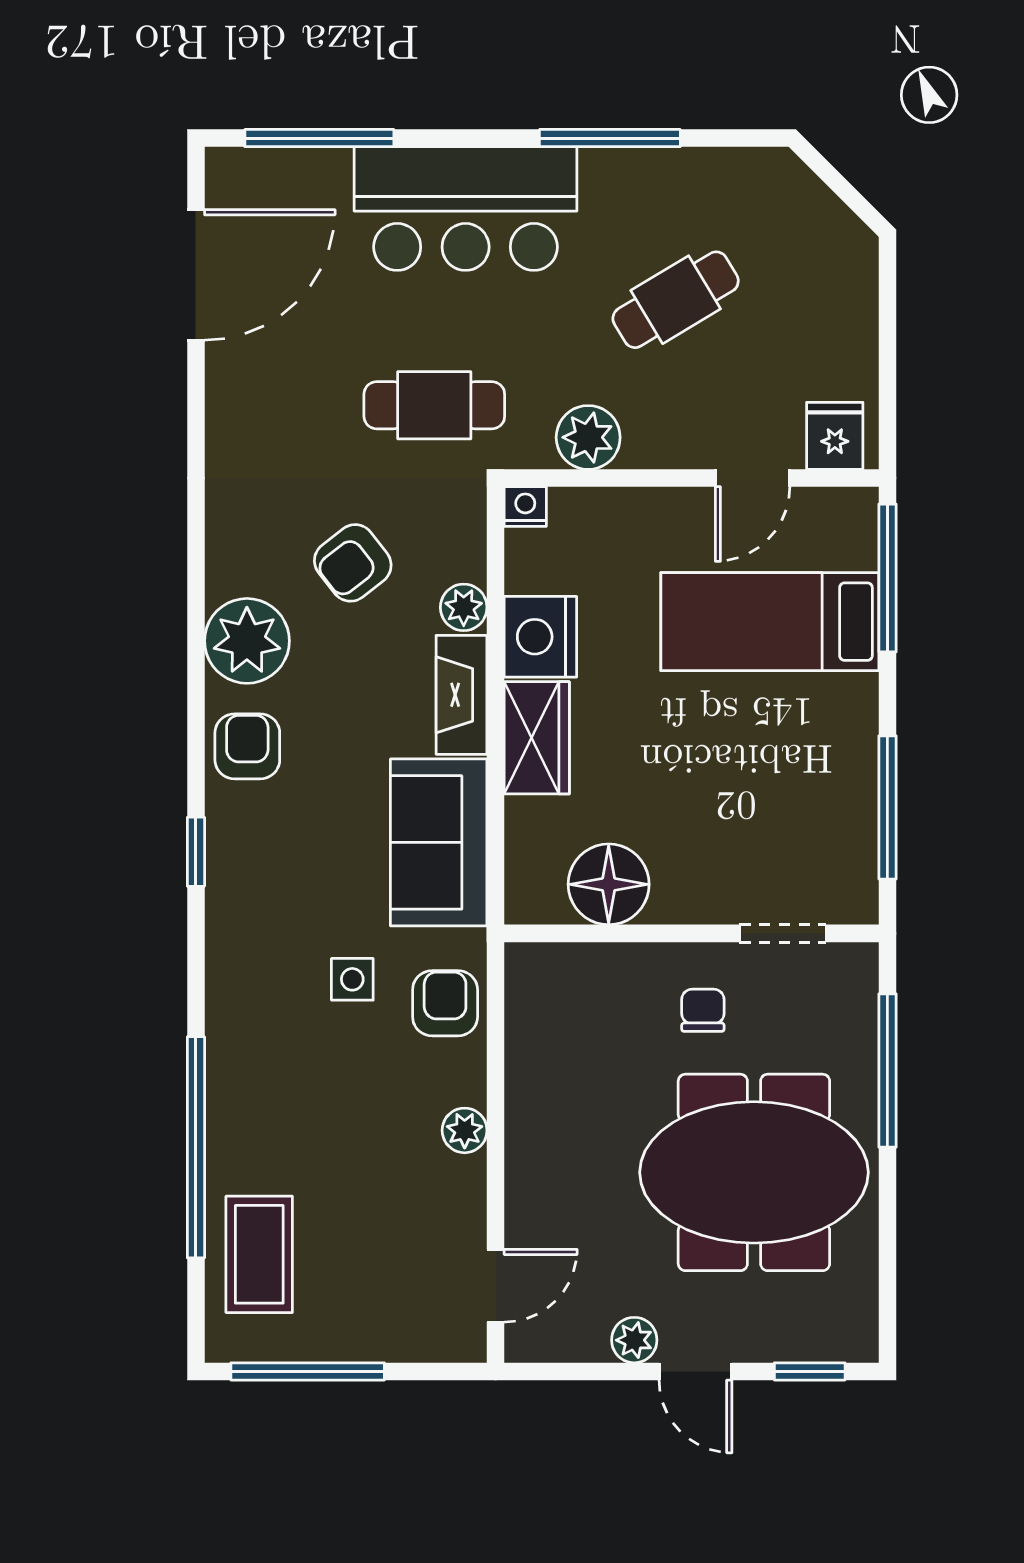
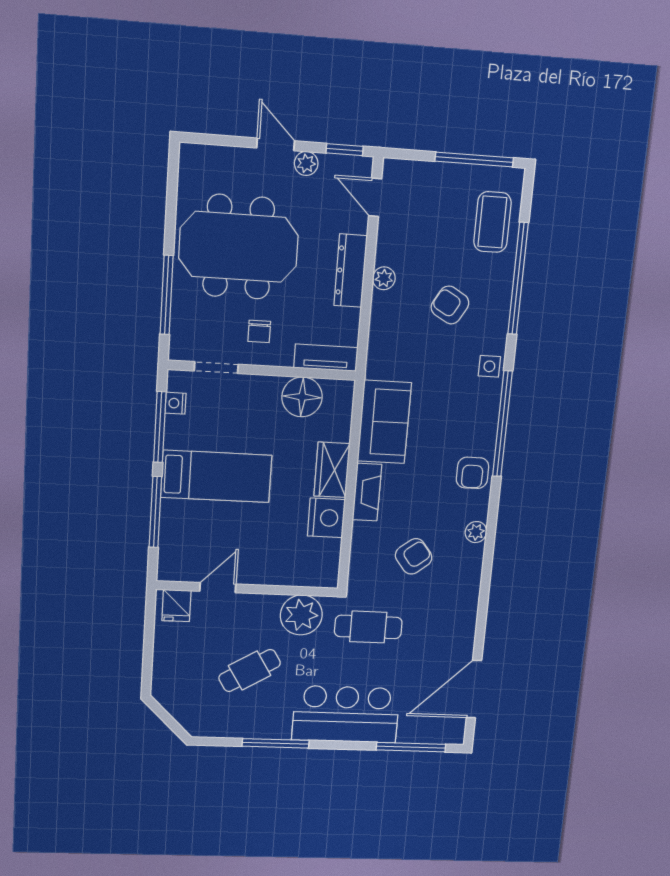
plant: (588, 437) -> (301, 615), width x1.36, depth x1.36
nightstand: (525, 507) -> (176, 403), moved, turned 90
window: (887, 578) -> (155, 512), moved
plant: (464, 607) -> (362, 533), removed
bed: (770, 622) -> (216, 476), moved
plant: (247, 641) -> (476, 532), width x0.53, depth x0.53
window: (196, 852) -> (502, 424), width x3.17
tv unit: (567, 966) -> (326, 358), added
side table: (352, 979) -> (489, 366), moved
armchair: (445, 1003) -> (450, 305), moved, turned 120
dresser: (532, 1141) -> (351, 271), added
door: (496, 1286) -> (375, 197), hinge flipped
window: (810, 1371) -> (345, 150), moved

